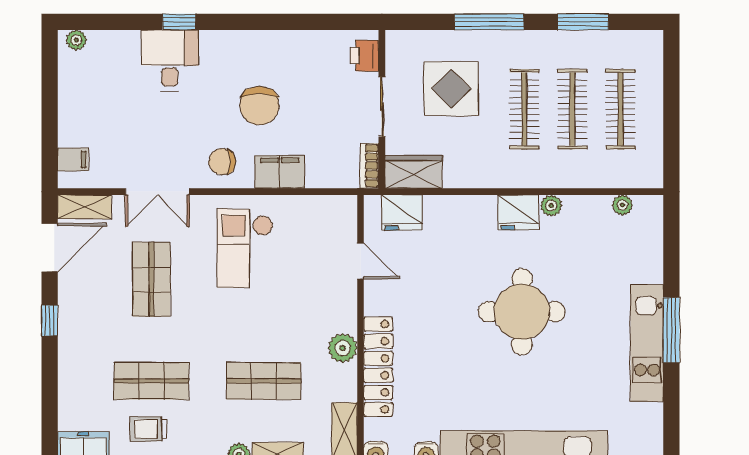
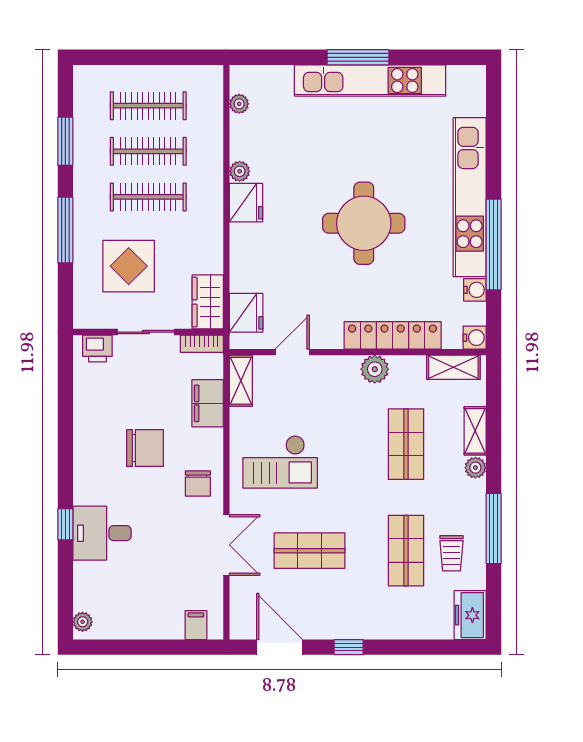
filing cabinet: (280, 172) -> (208, 403), moved
shelving: (84, 207) -> (241, 381), moved
round table: (522, 312) -> (364, 223), moved
kitchen unit: (647, 343) -> (370, 80), width x1.36

